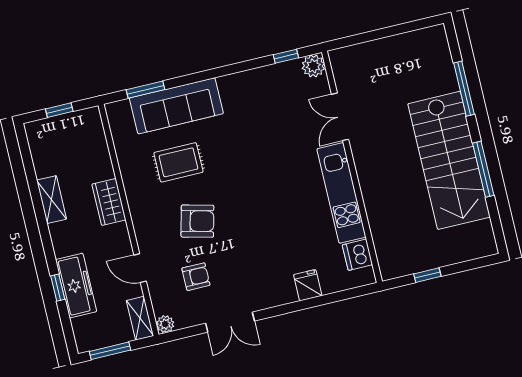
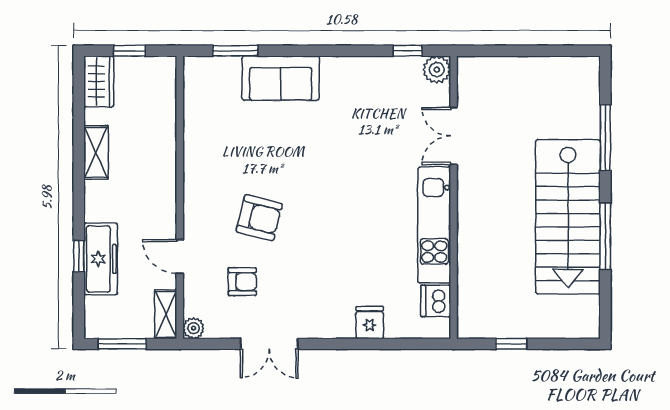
sofa: (176, 106) -> (281, 78), width x0.73
rug: (178, 162) -> (254, 144), removed
wardrobe: (109, 202) -> (99, 81), moved, turned 180

